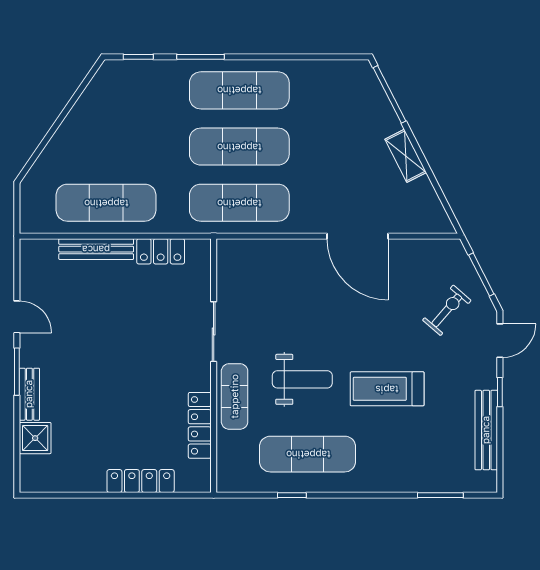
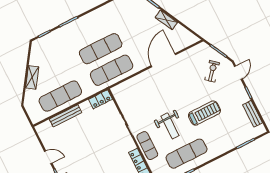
exercise mat: (239, 90) -> (90, 27), removed
shelving: (67, 134) -> (32, 77), added
door: (358, 236) -> (163, 60), swing flipped
locker: (161, 251) -> (100, 99), moved
weight bench: (302, 379) -> (170, 126), turned 90
treadmill: (387, 389) -> (204, 113), turned 180
bench: (486, 430) -> (253, 114), width x0.73

